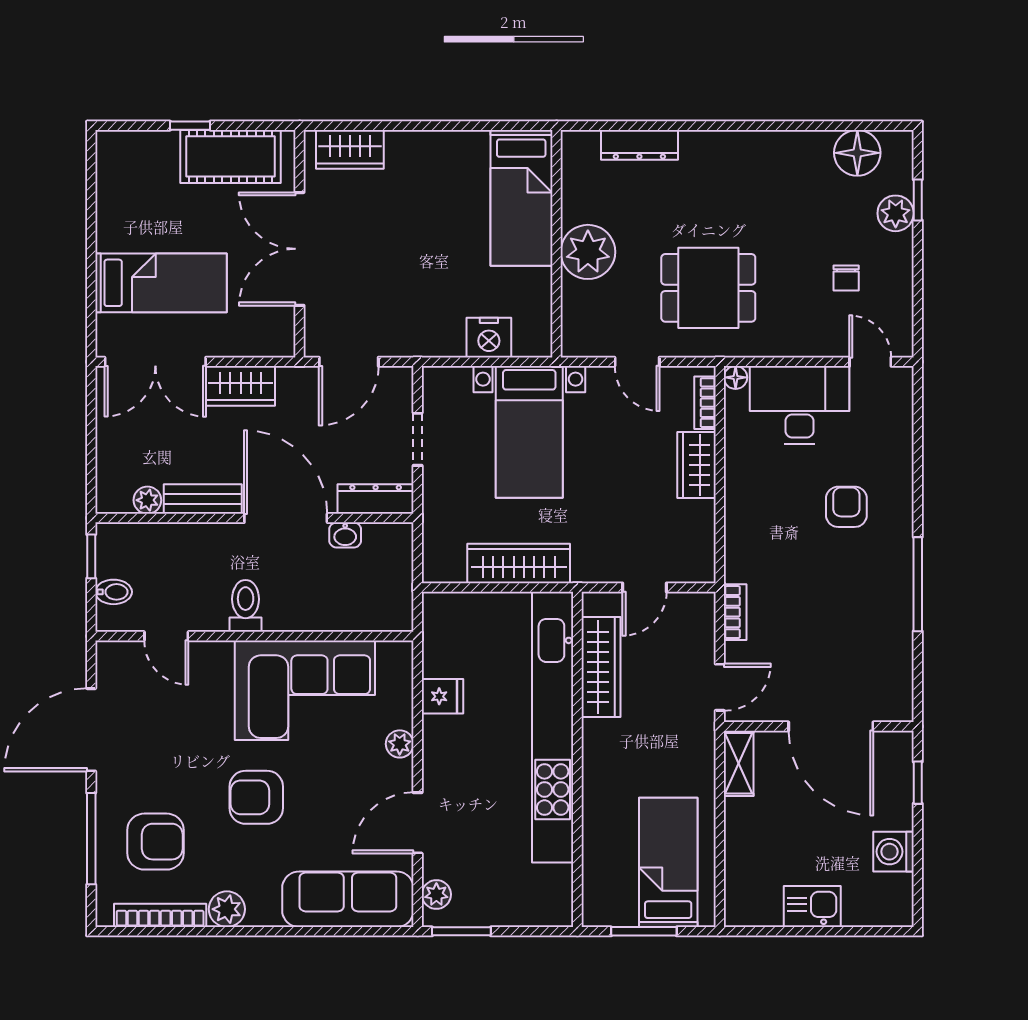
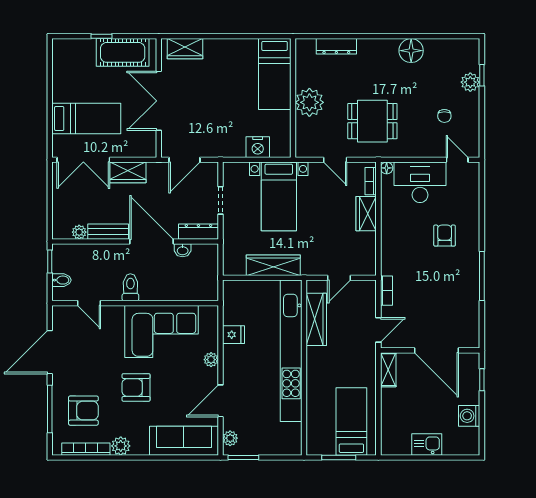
floor lamp: (857, 153) -> (411, 51), moved

